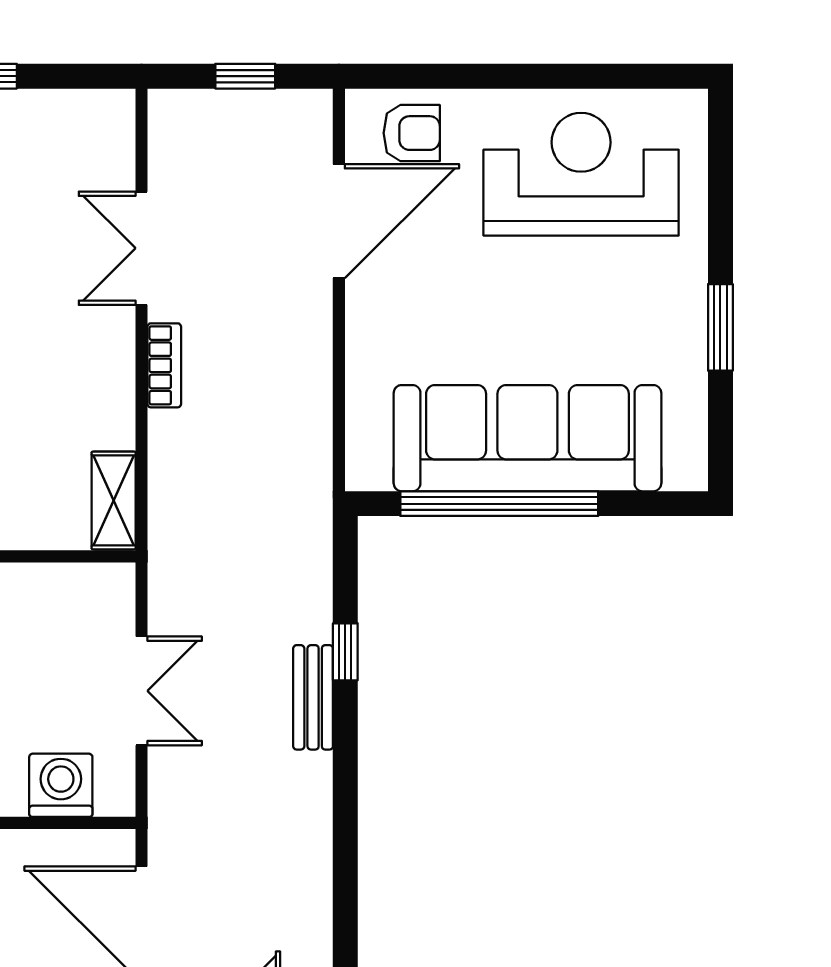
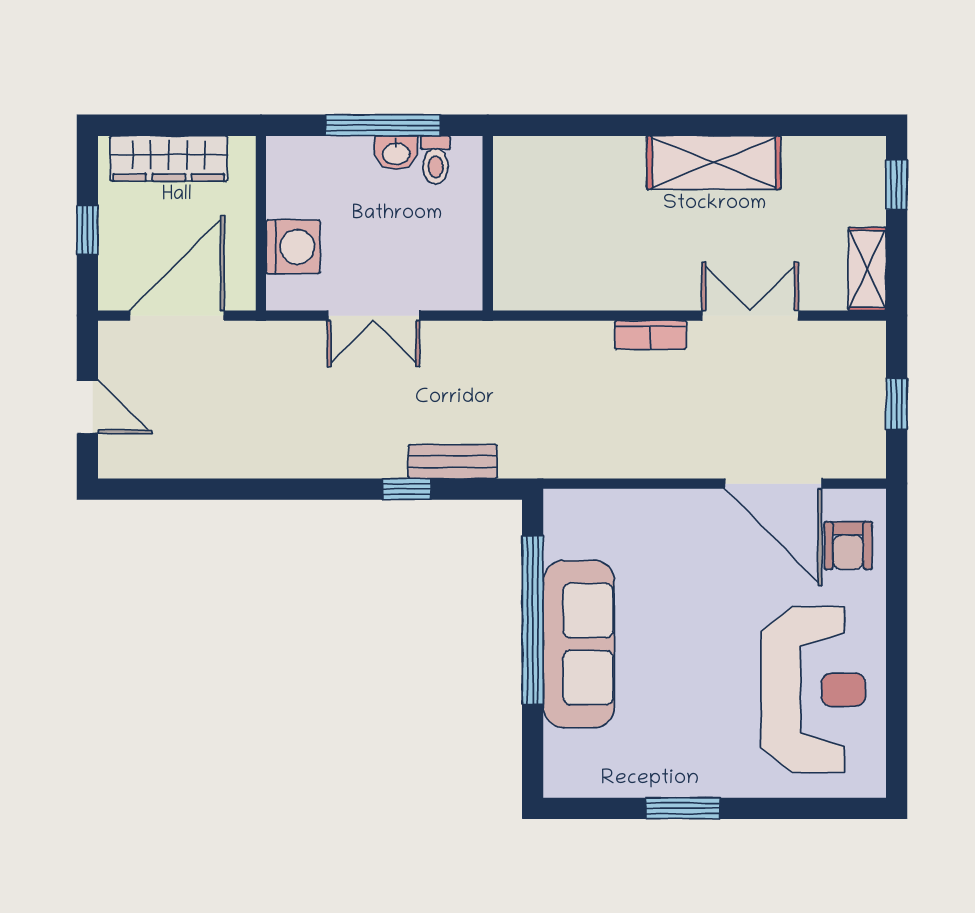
sofa: (527, 438) -> (579, 644), width x0.74, depth x0.79
shelving: (114, 500) -> (867, 269), moved, turned 90
bench: (313, 697) -> (453, 462), moved

